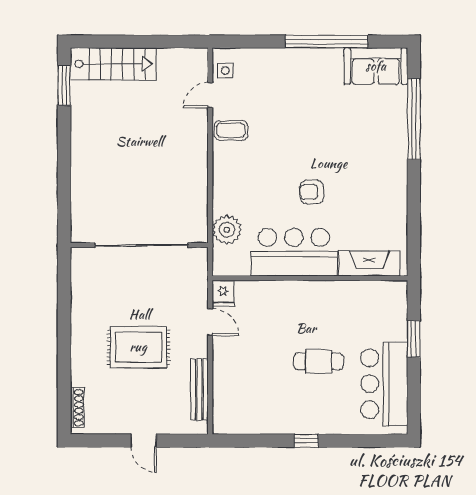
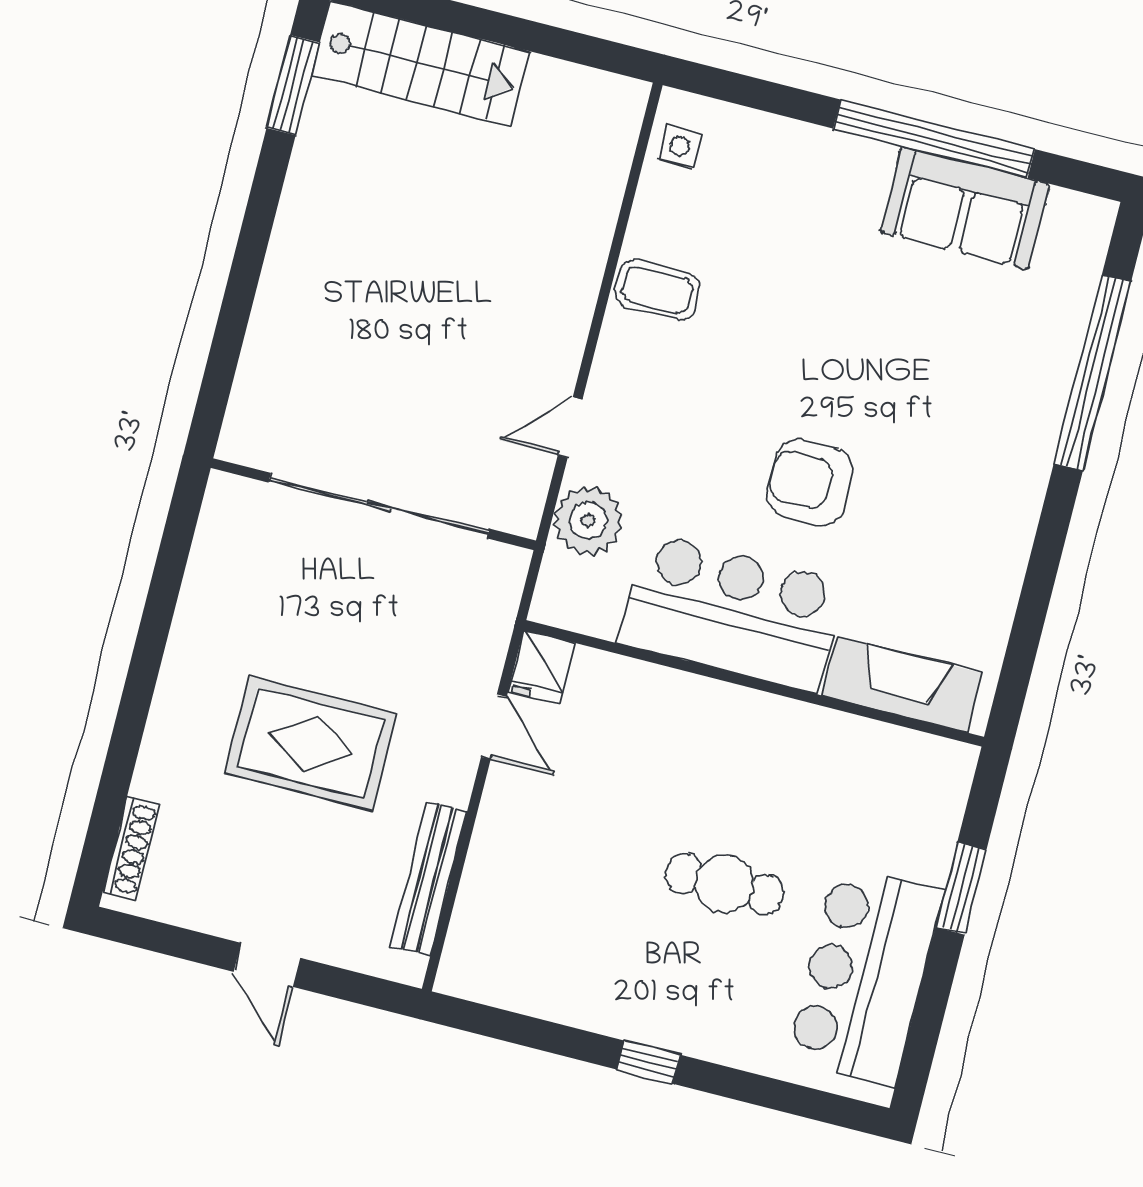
sofa: (376, 66) -> (965, 208), moved
door: (210, 95) -> (570, 427), moved
armchair: (312, 192) -> (810, 482), width x1.38, depth x1.38

